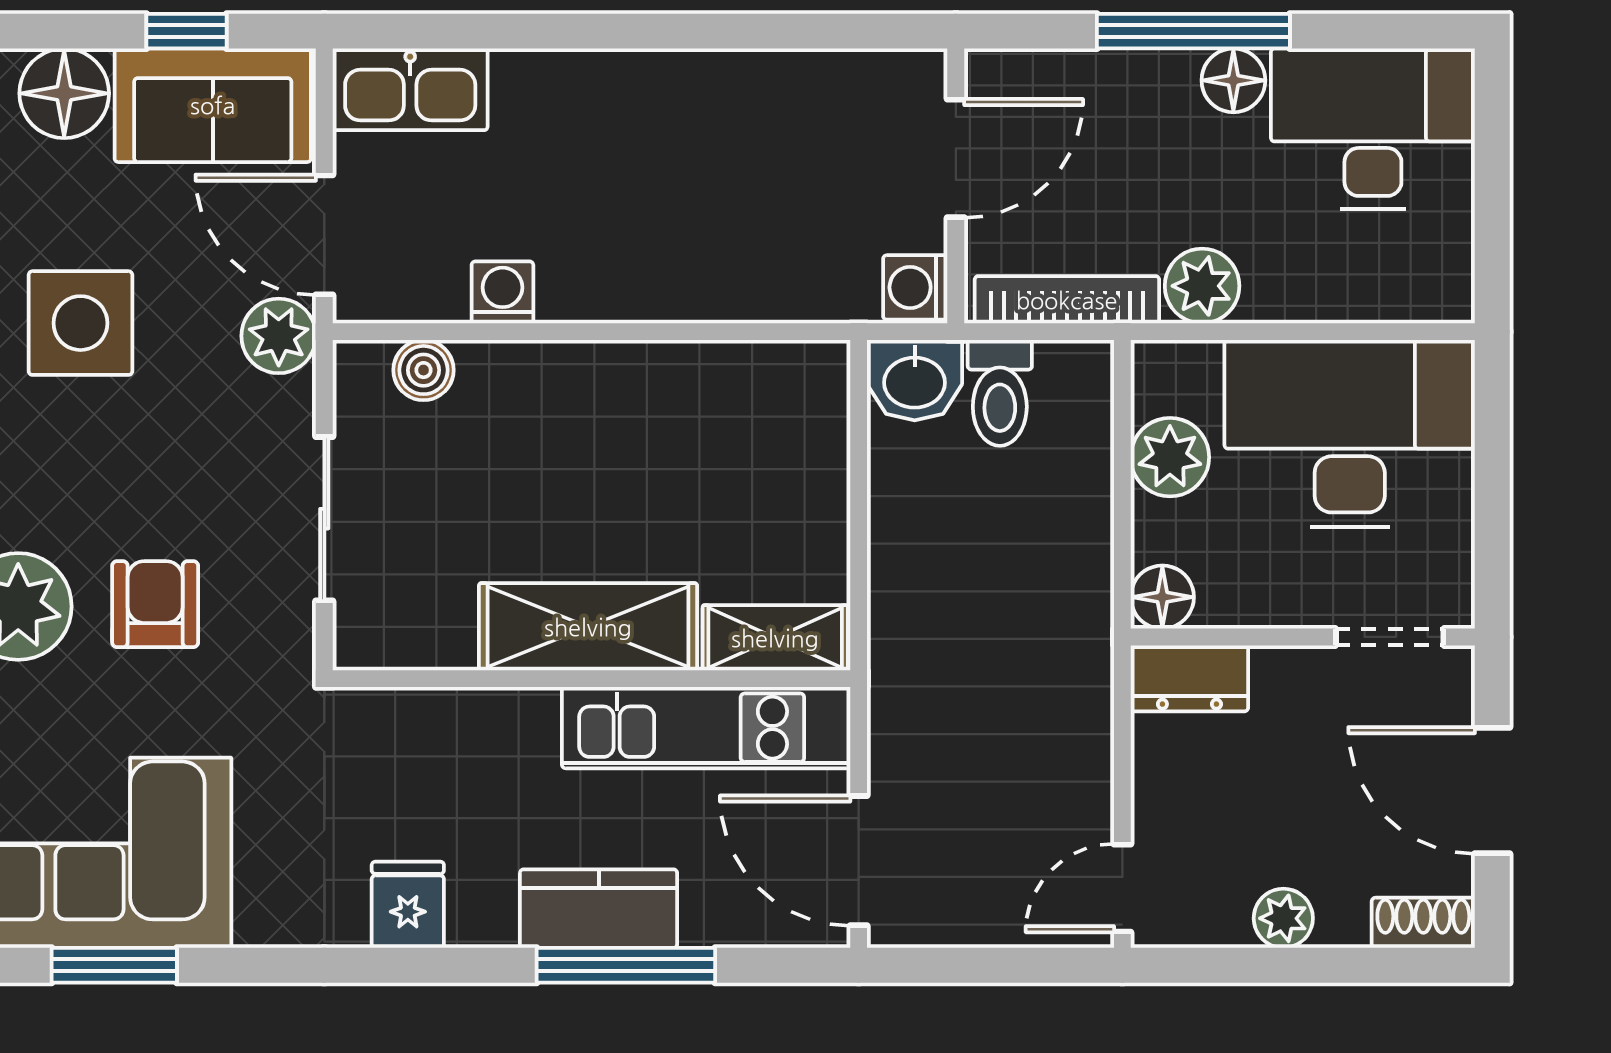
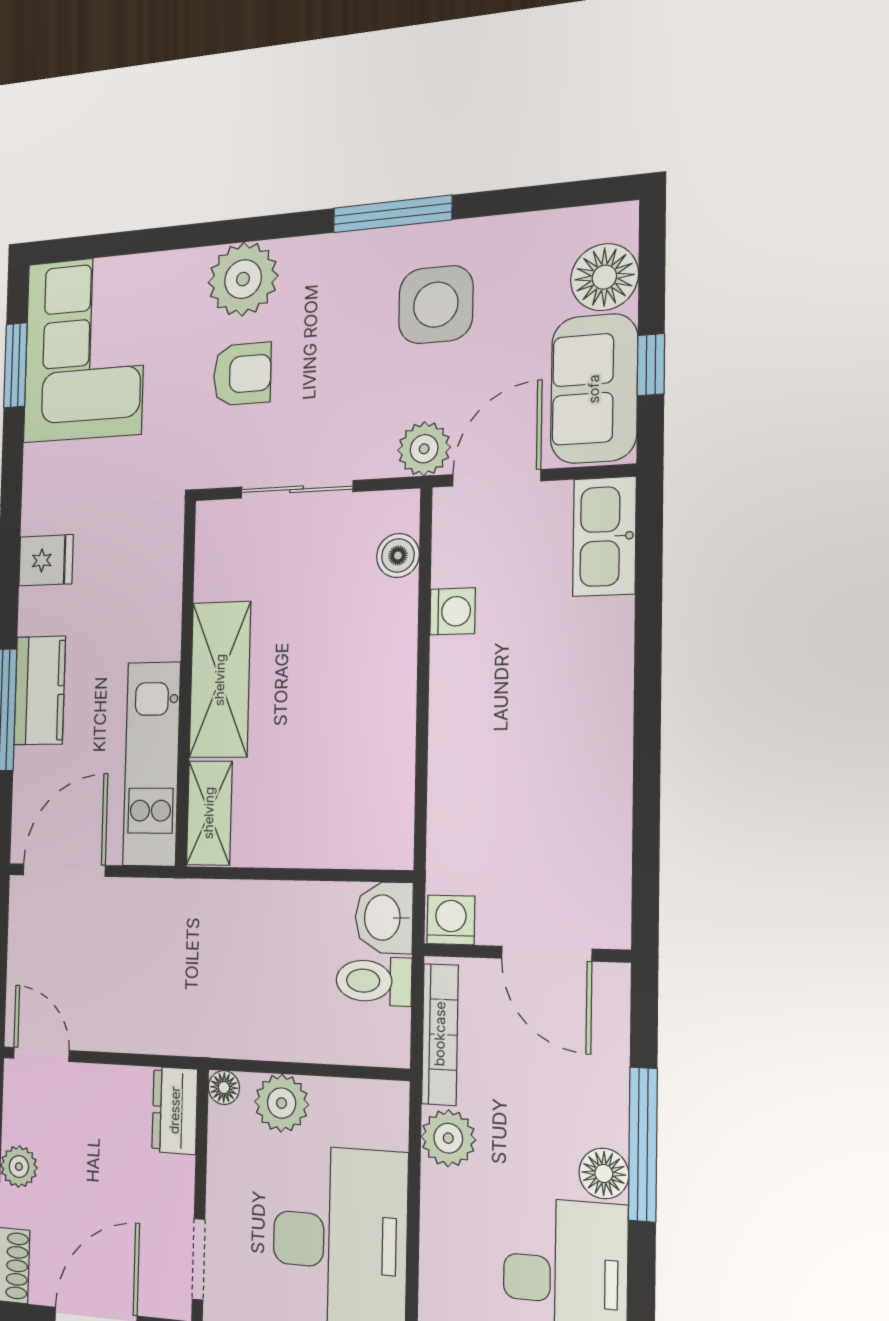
plant: (1170, 457) -> (282, 1103), moved
floor lamp: (1162, 597) -> (224, 1088), width x0.73, depth x0.73

